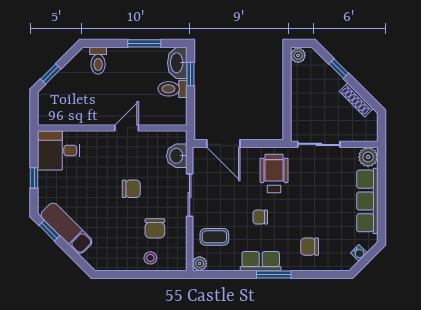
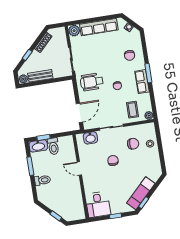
toilet: (98, 61) -> (43, 180), moved
bench: (299, 86) -> (40, 76), added

